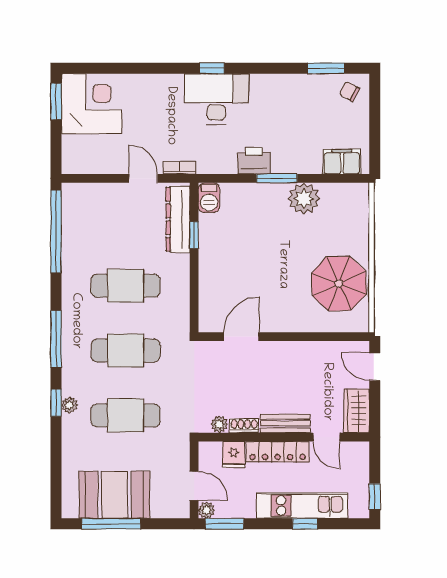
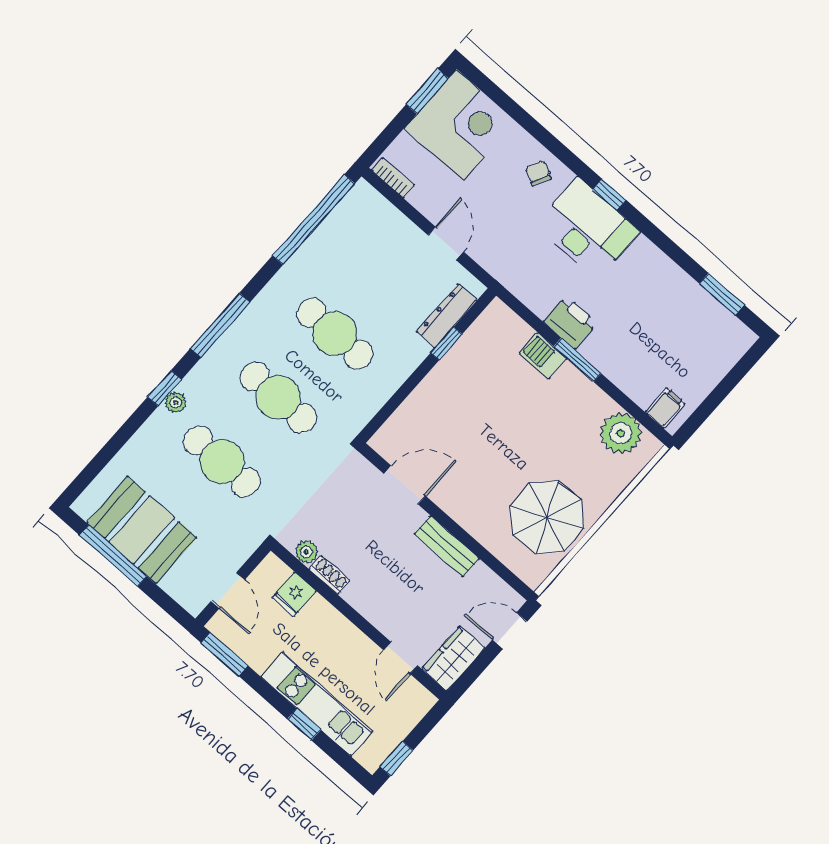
chair: (349, 92) -> (538, 173), moved
filing cabinet: (342, 162) -> (665, 408), width x0.50
bookcase: (180, 168) -> (393, 178), moved
barbecue: (209, 198) -> (543, 356), moved, turned 90
plant: (304, 198) -> (621, 433), moved
dresser: (178, 219) -> (447, 316), width x0.73, depth x0.80
door: (375, 367) -> (510, 631), hinge flipped
bench: (285, 423) -> (447, 546), moved
locker: (278, 452) -> (340, 630), removed
plant: (207, 510) -> (219, 625), removed

